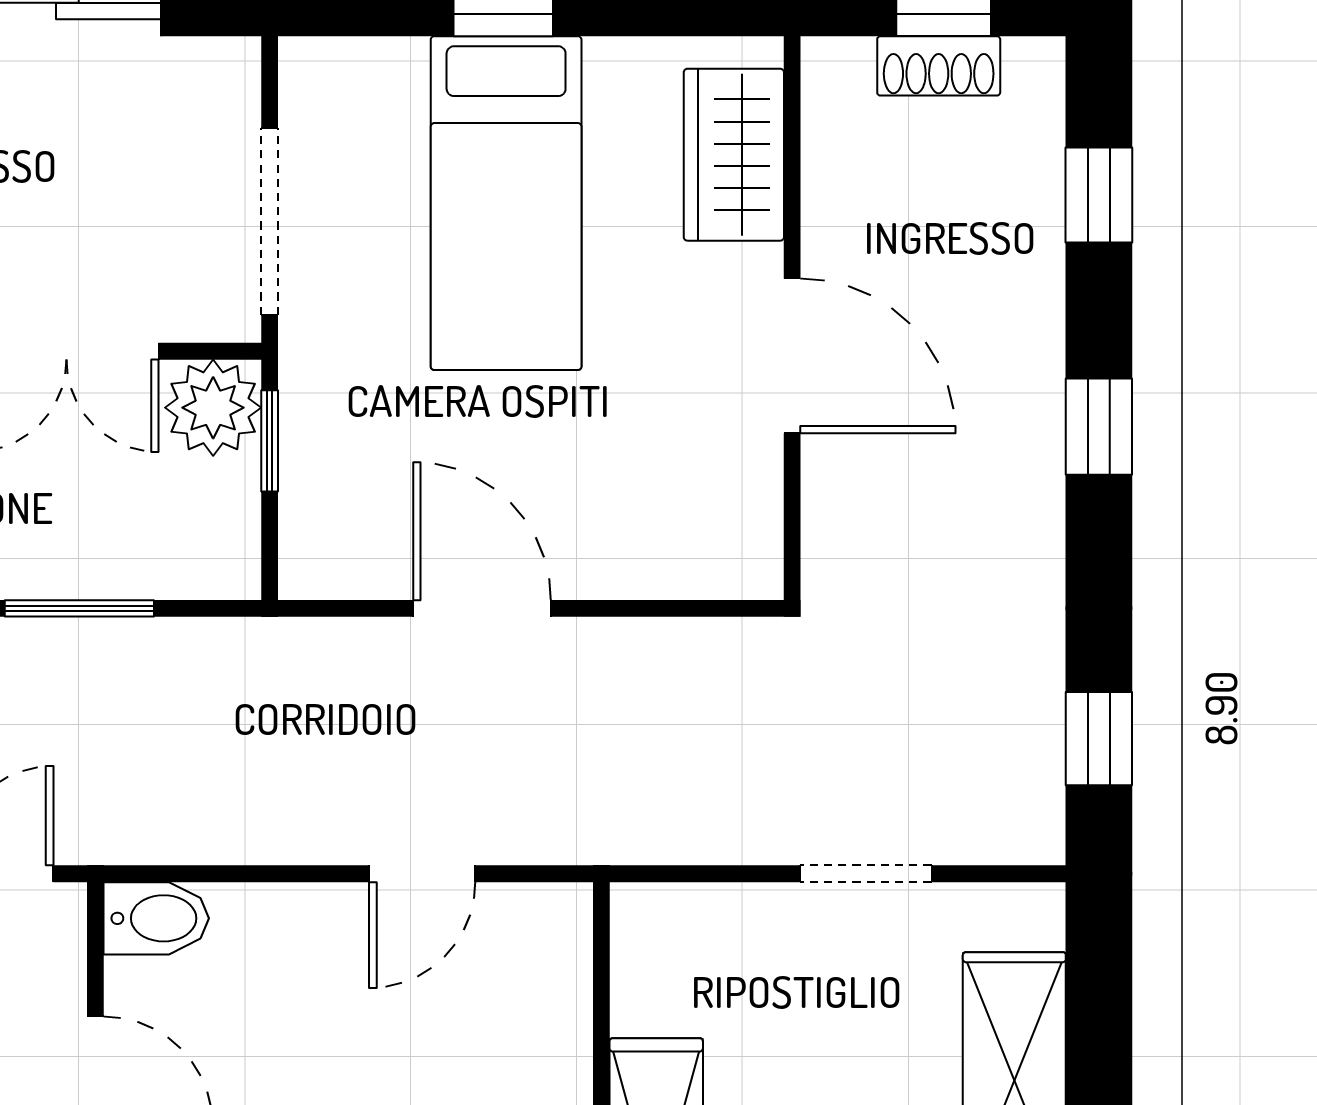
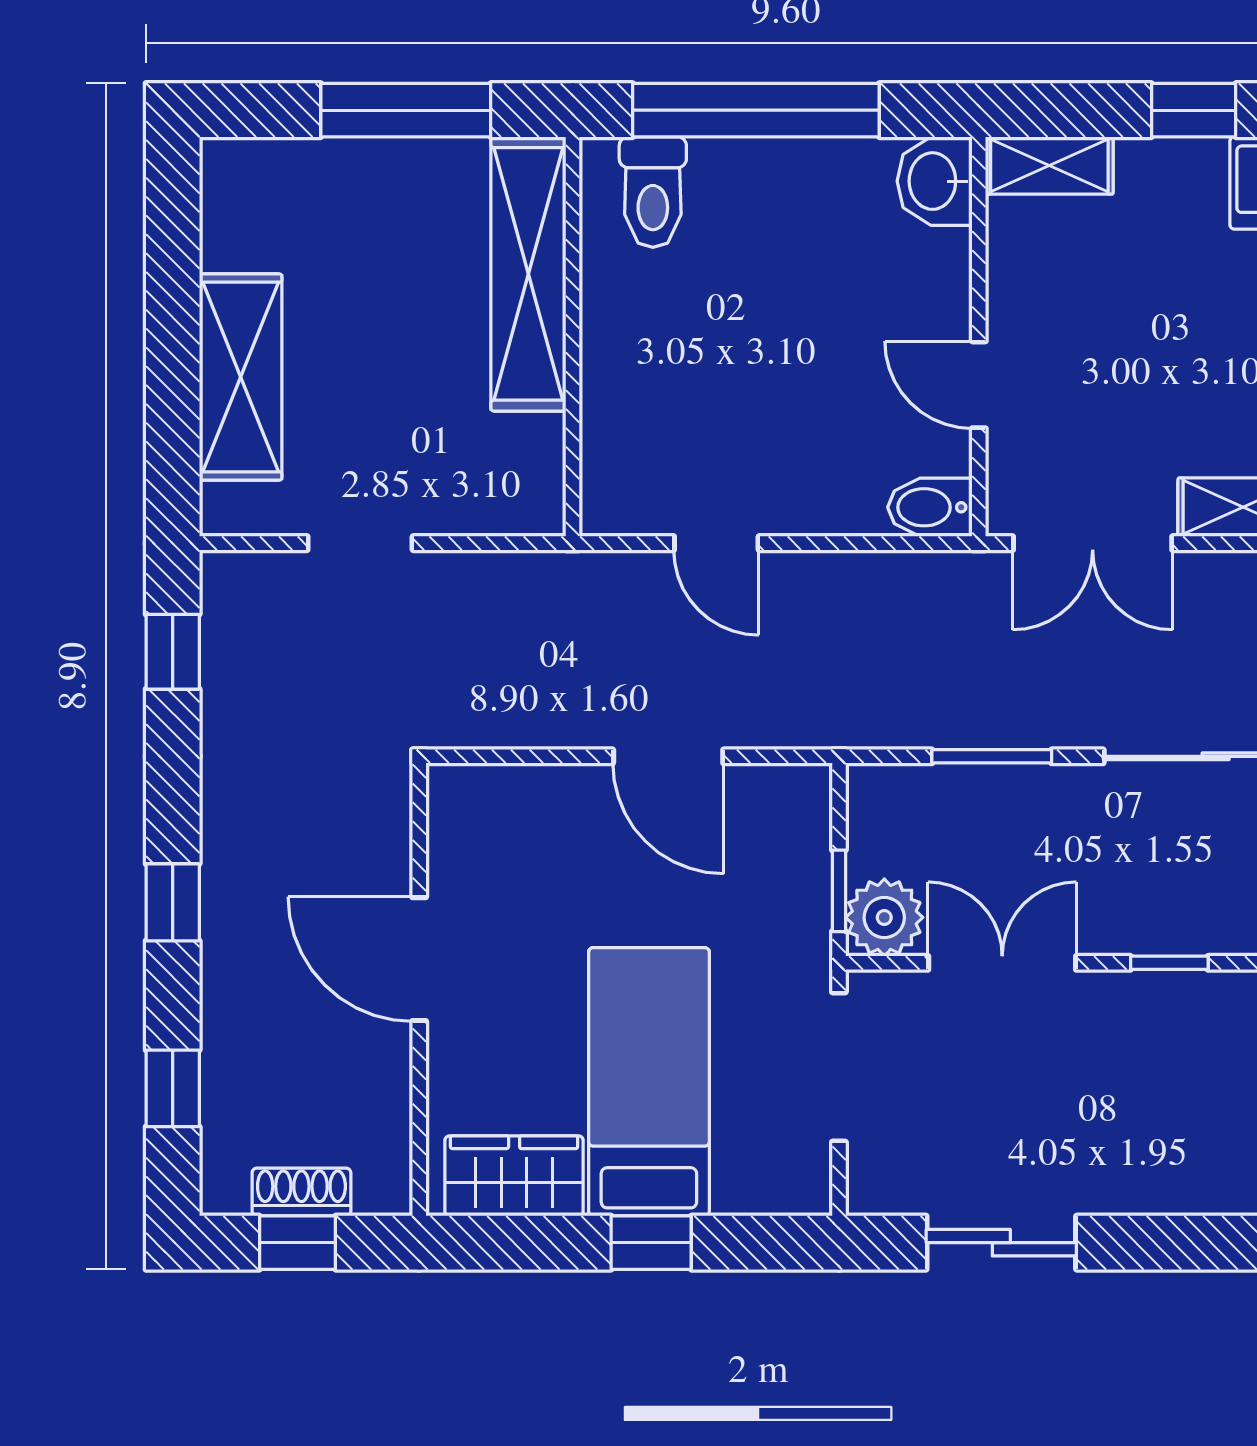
wardrobe: (734, 155) -> (514, 1176), moved, turned -90
door: (422, 874) -> (716, 543), swing flipped

